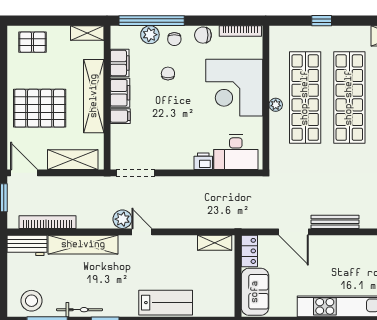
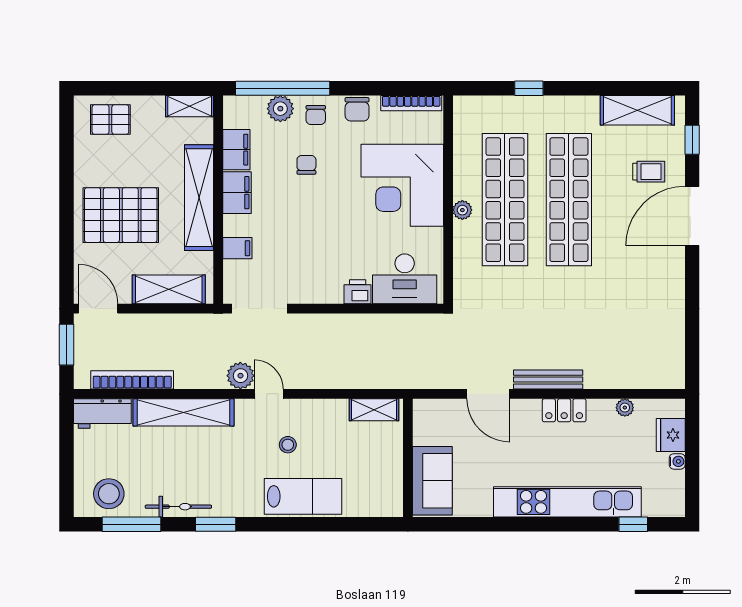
chair: (203, 35) -> (357, 109), turned -90
filing cabinet: (120, 116) -> (237, 248), moved
locker: (249, 251) -> (564, 410), moved, turned 90
stool: (155, 267) -> (288, 445), added

